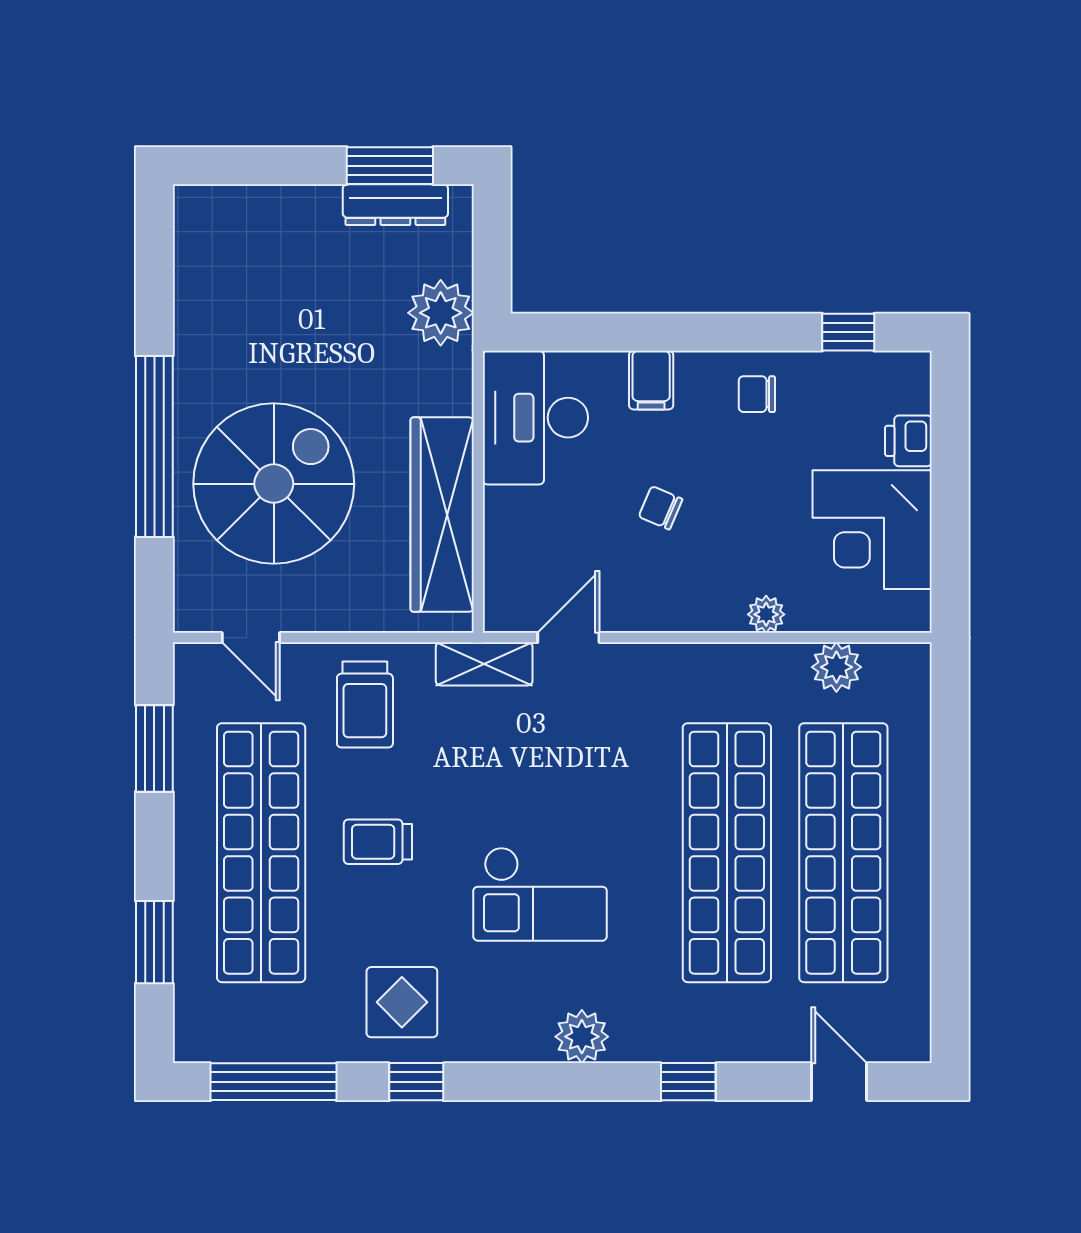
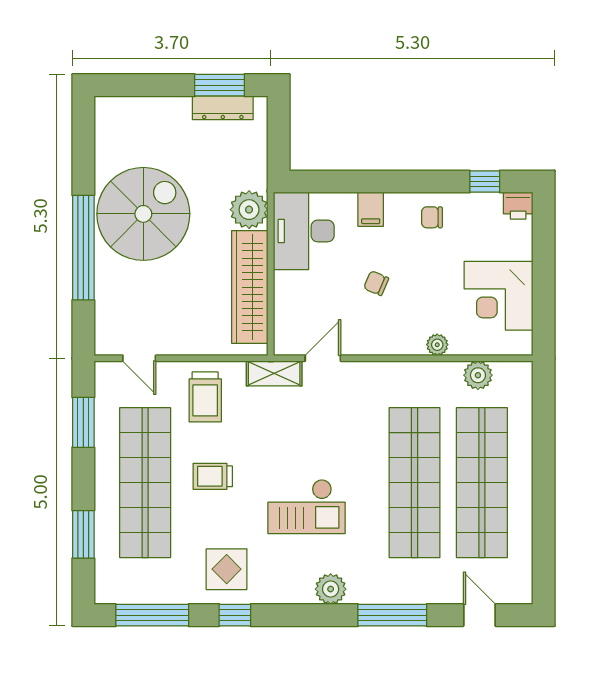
plant: (441, 313) -> (249, 210), moved
printer: (908, 441) -> (518, 206), moved, turned -90
spiral stairs: (274, 484) -> (143, 214), moved
window: (688, 1082) -> (392, 615), width x2.17

